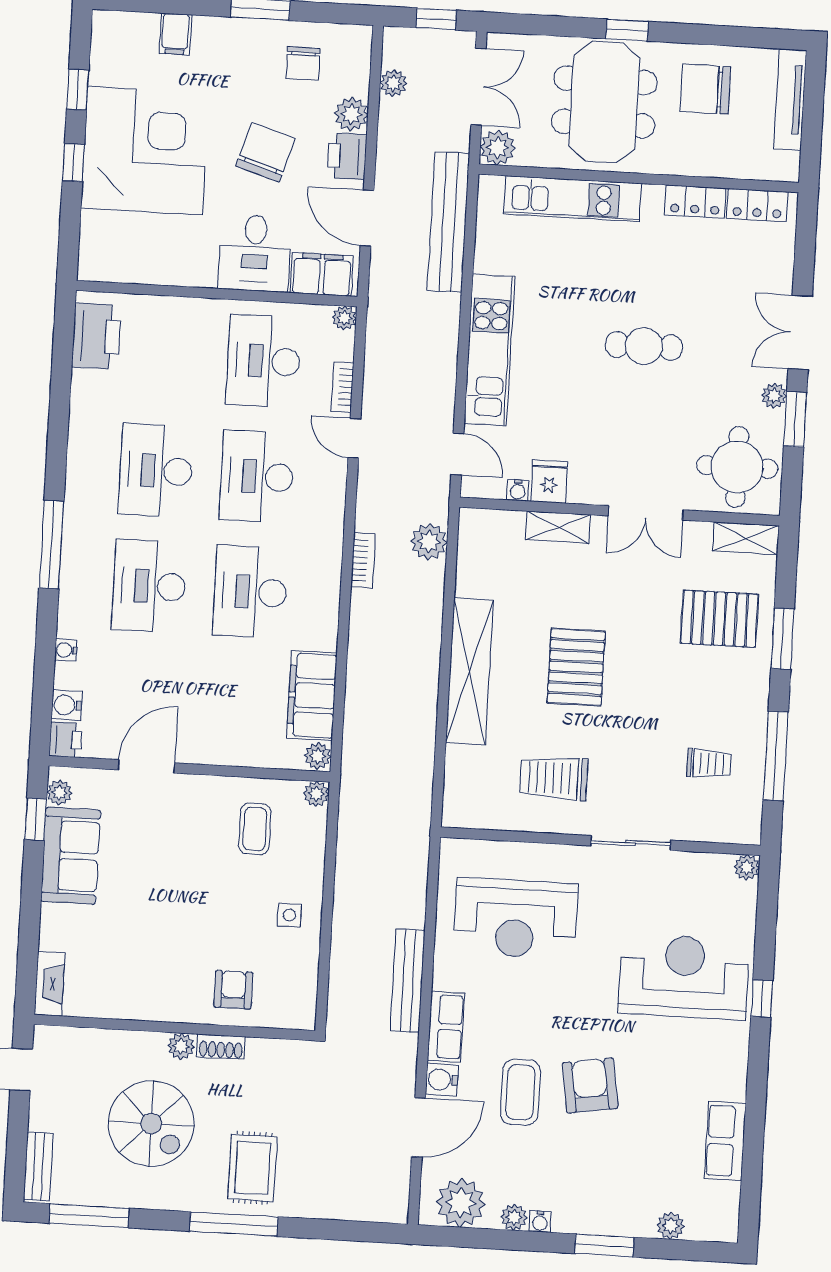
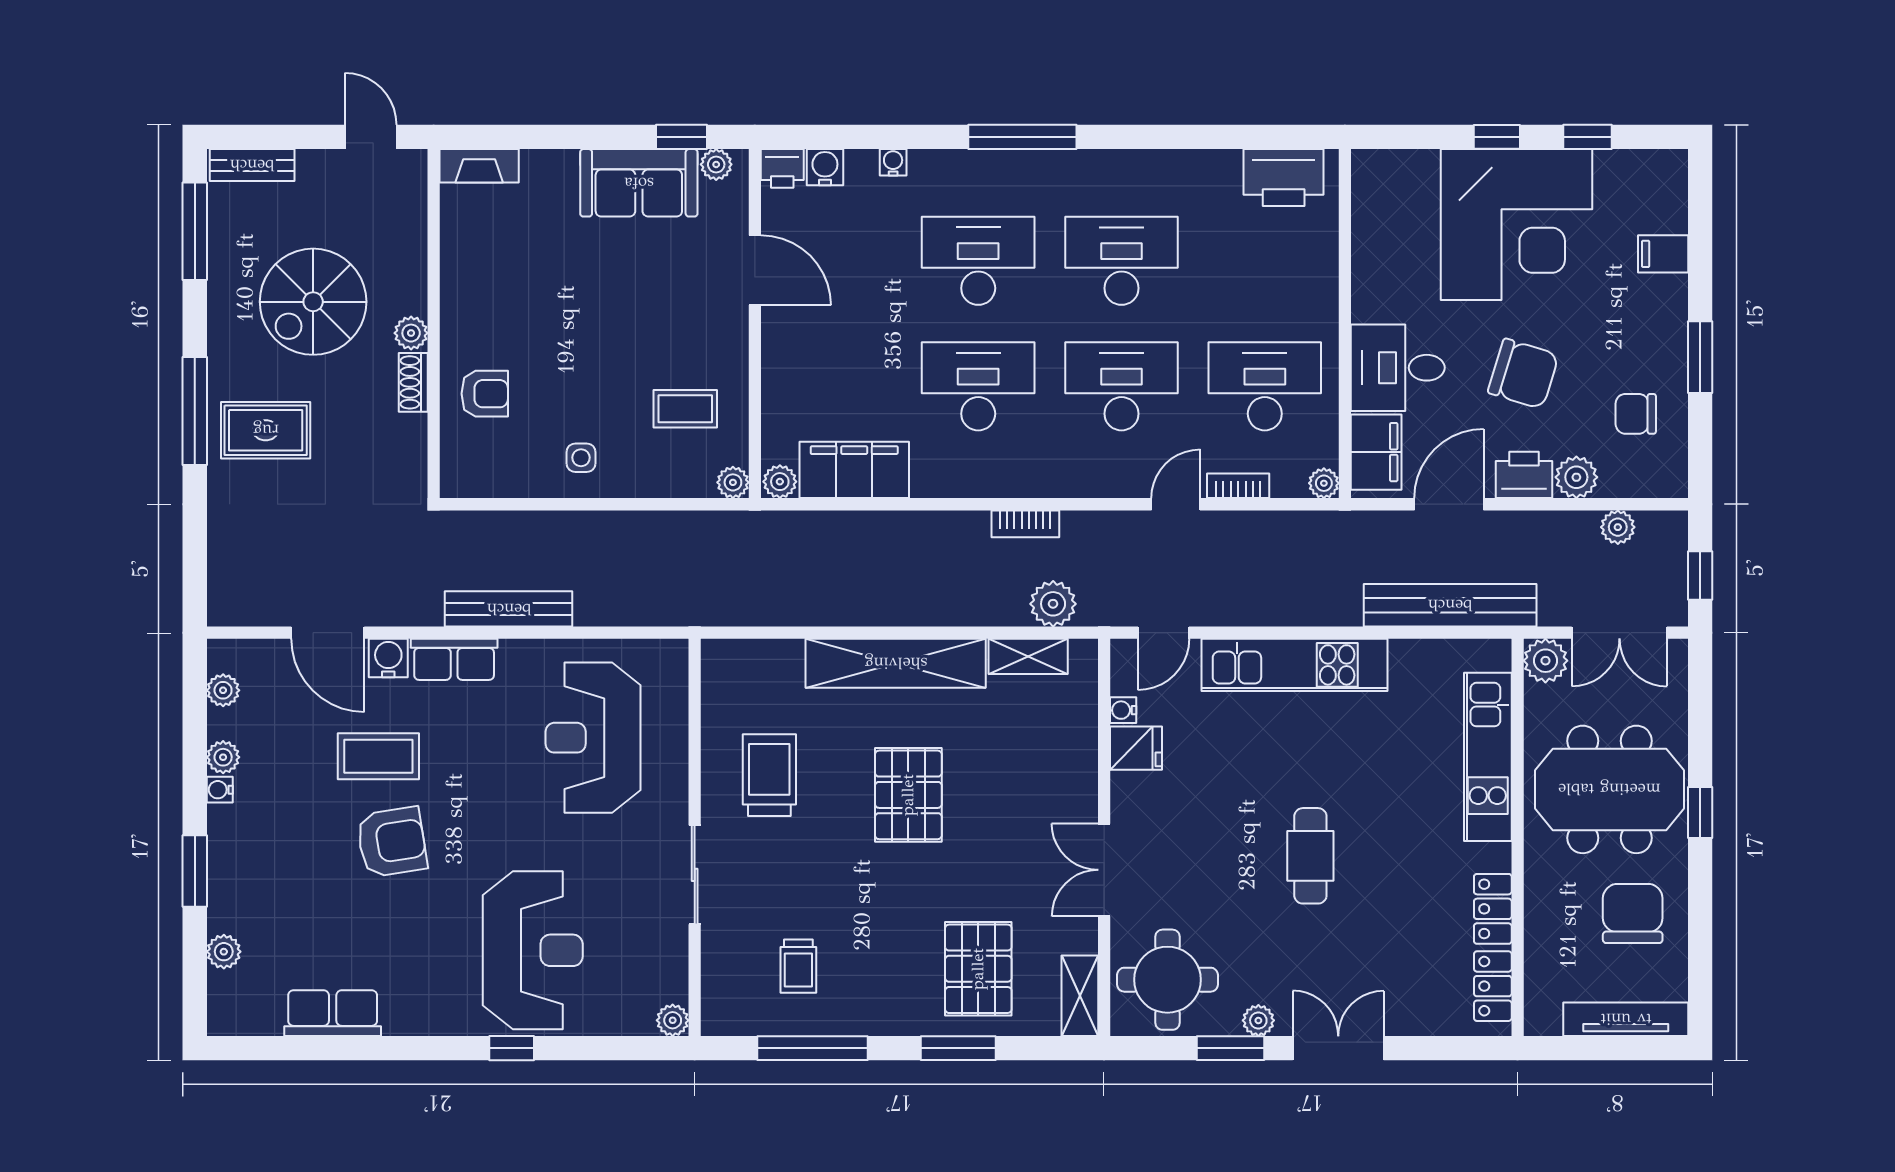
shelving: (558, 527) -> (1028, 656), moved, turned 90
pallet: (576, 667) -> (908, 795), turned 90
plant: (461, 1203) -> (223, 690), width x0.53, depth x0.53

